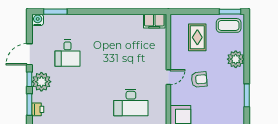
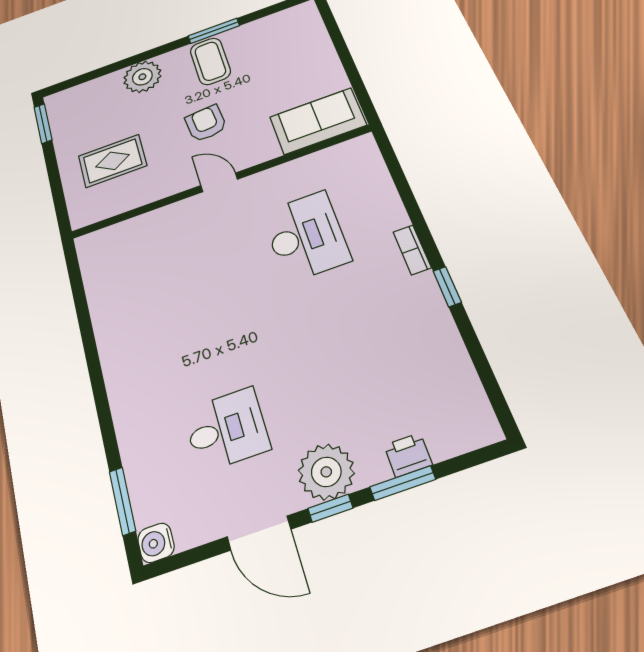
filing cabinet: (154, 21) -> (95, 258), removed
coffee table: (229, 25) -> (210, 61), moved

